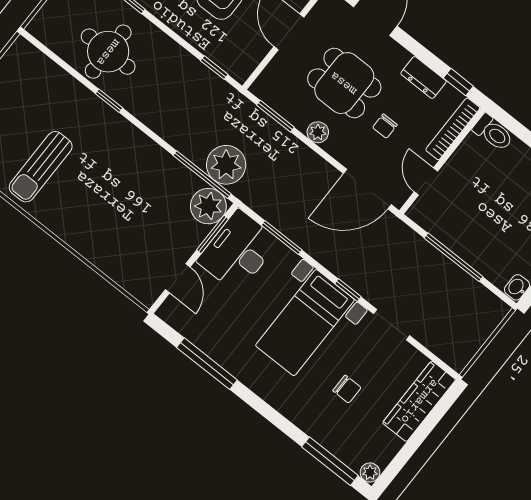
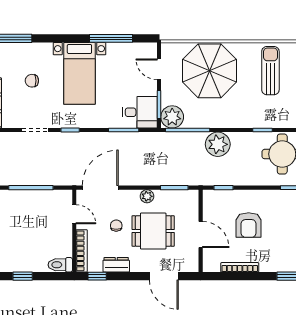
plant: (226, 165) -> (218, 144), moved
parasol: (117, 227) -> (209, 71), added
desk: (238, 251) -> (140, 112), width x0.73
bed with nightstands: (305, 323) -> (79, 73), moved, turned 180

